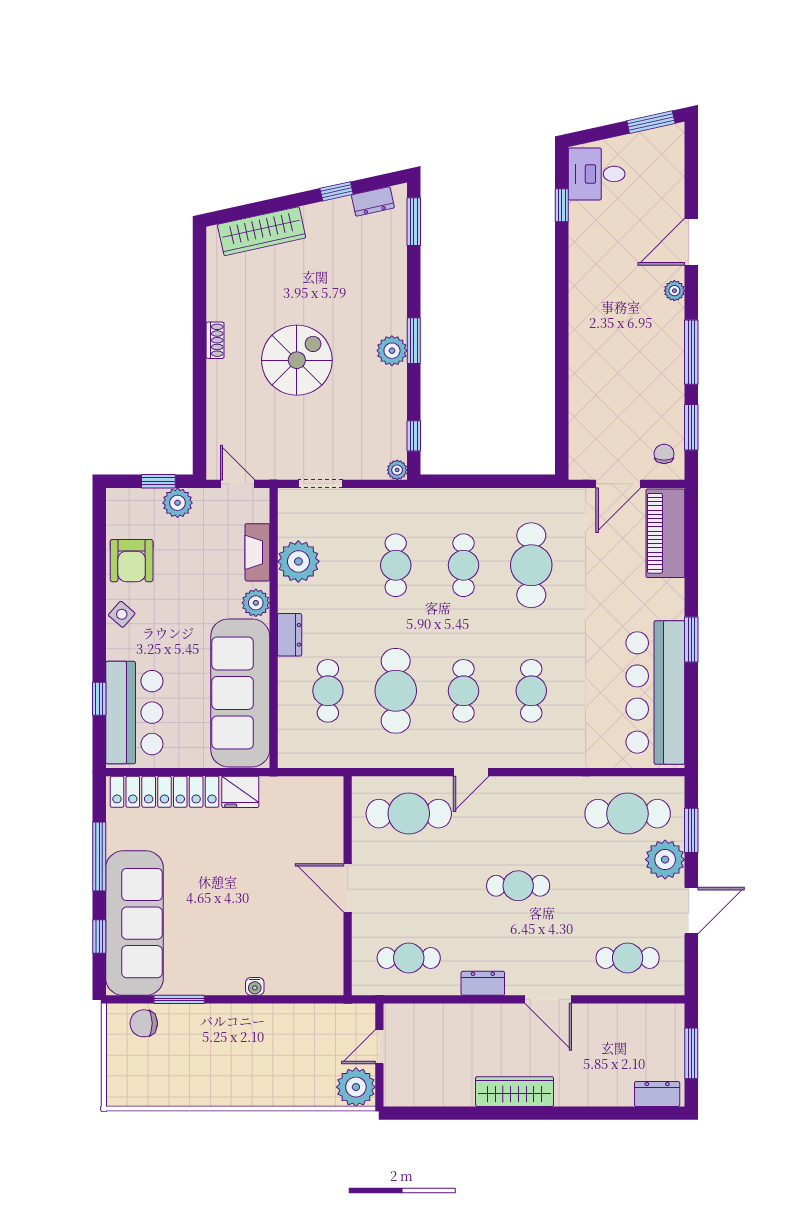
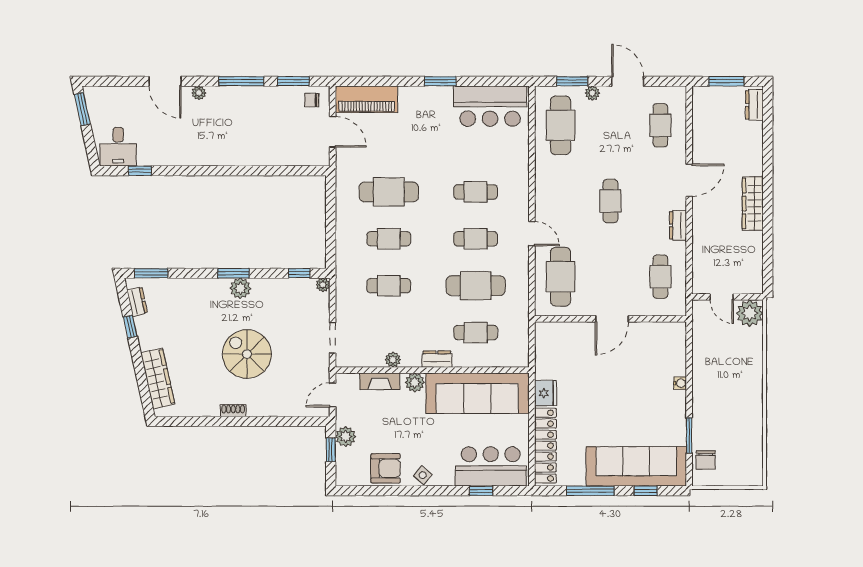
plant: (298, 561) -> (393, 360), width x0.53, depth x0.53
bar counter: (655, 692) -> (490, 106), width x0.73
plant: (665, 860) -> (592, 93), width x0.53, depth x0.53

